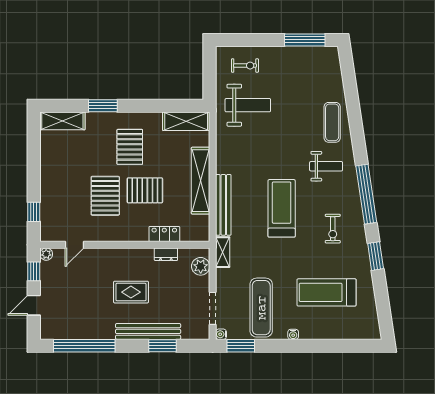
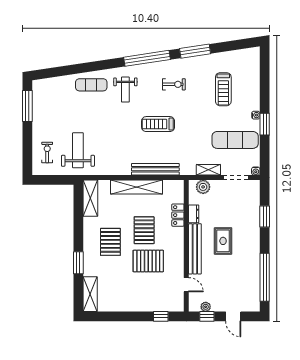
pallet: (130, 147) -> (110, 242), turned 90
weight bench: (326, 166) -> (125, 90), turned 180
treadmill: (282, 208) -> (158, 124), width x0.73, depth x0.73
shelving: (223, 252) -> (208, 170), moved
plant: (46, 254) -> (206, 307), moved
window: (376, 256) -> (195, 51), width x1.44
treadmill: (327, 292) -> (223, 89), width x0.73, depth x0.73
bench: (148, 331) -> (195, 249), moved
window: (241, 346) -> (265, 124), moved

